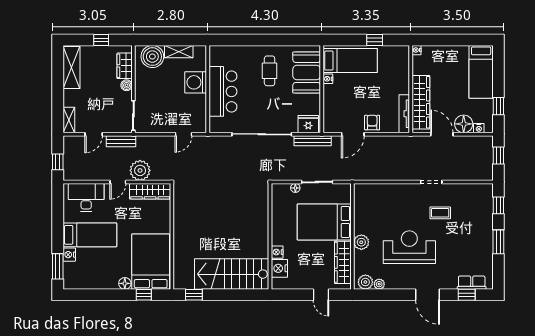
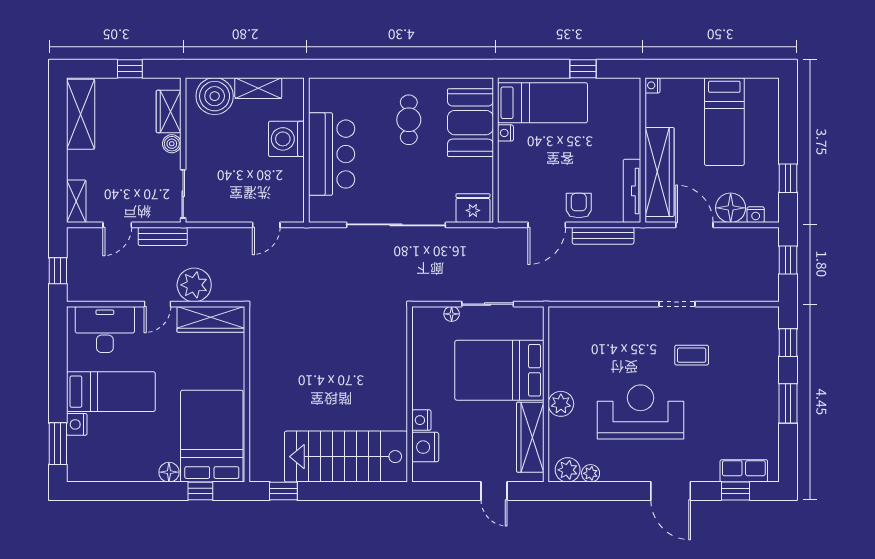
bed: (481, 72) -> (724, 122), moved
bench: (313, 141) -> (603, 236), moved

